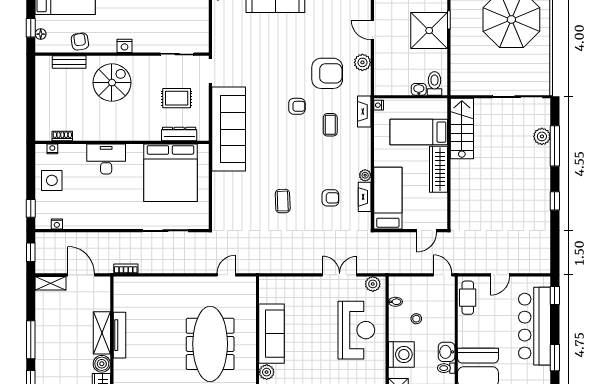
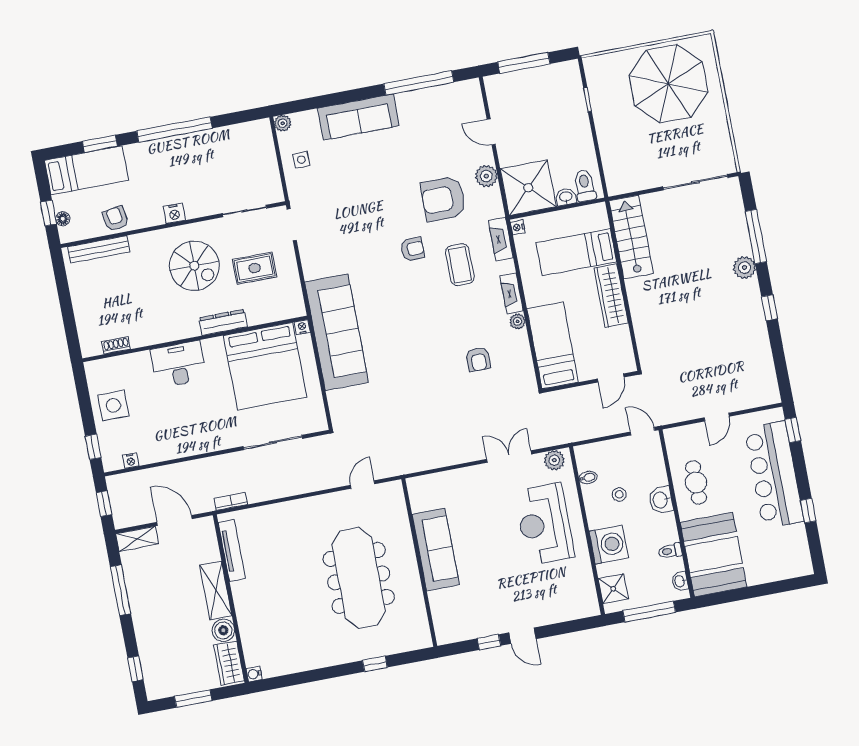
side table: (227, 24) -> (301, 160), added
shower: (429, 30) -> (528, 188), moved
bench: (69, 62) -> (99, 249), width x1.36
armchair: (327, 73) -> (443, 199), turned 180
spiral stairs: (112, 83) -> (194, 266), moved, turned 90
coffee table: (330, 125) -> (460, 265), width x1.36, depth x1.30
sofa: (229, 129) -> (337, 332), moved
dresser: (179, 134) -> (223, 322), moved
plant: (542, 136) -> (744, 268), moved
nightstand: (52, 149) -> (302, 327), moved
fireplace: (365, 197) -> (512, 293), moved
armchair: (330, 198) -> (478, 359), turned 90
coffee table: (283, 201) -> (417, 375), removed
cafe table: (468, 298) -> (696, 482), moved
reception desk: (356, 330) -> (544, 524), turned 180
tv unit: (119, 335) -> (232, 550), moved
window: (31, 340) -> (121, 590), moved
washbasin: (447, 352) -> (661, 500), moved
window: (555, 358) -> (808, 511), width x0.67
plant: (267, 372) -> (439, 600), removed

